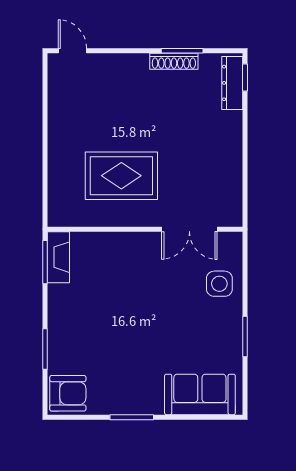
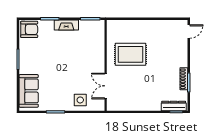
rug: (121, 176) -> (130, 54), turned 90
fireplace: (58, 257) -> (66, 25), moved
armchair: (68, 393) -> (29, 29), turned -90

